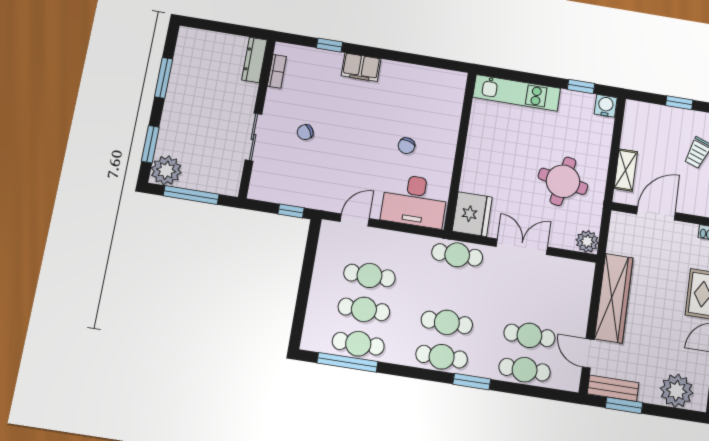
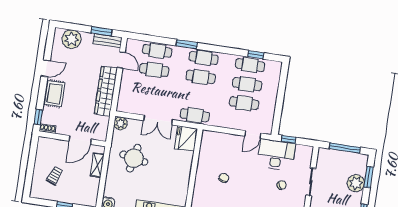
plant: (166, 170) -> (356, 183), moved
desk: (415, 201) -> (276, 155), moved
window: (347, 362) -> (256, 55), width x0.46

